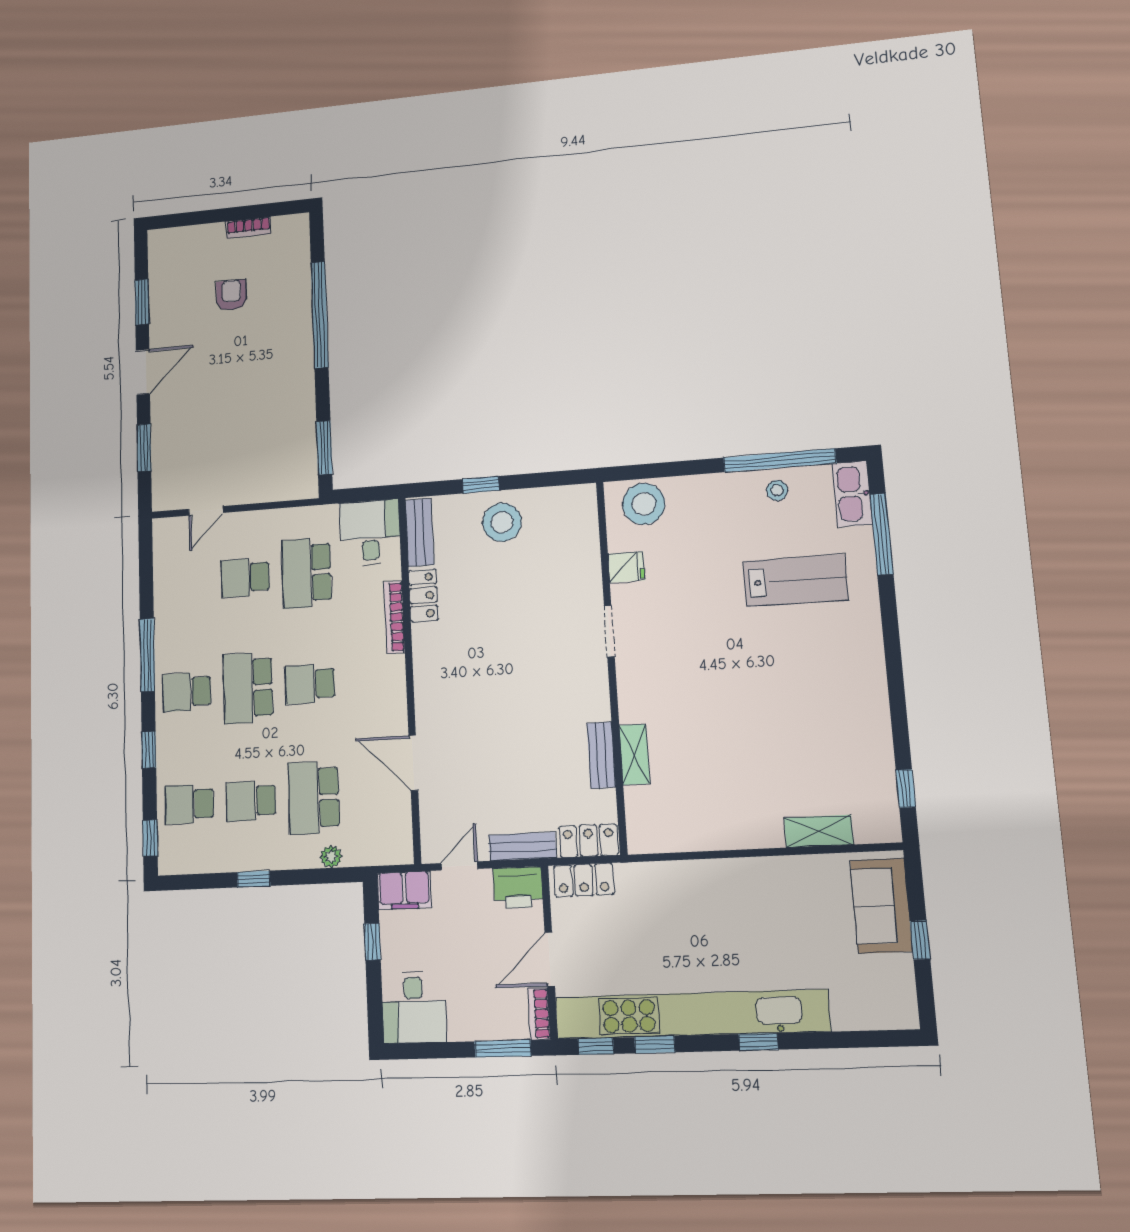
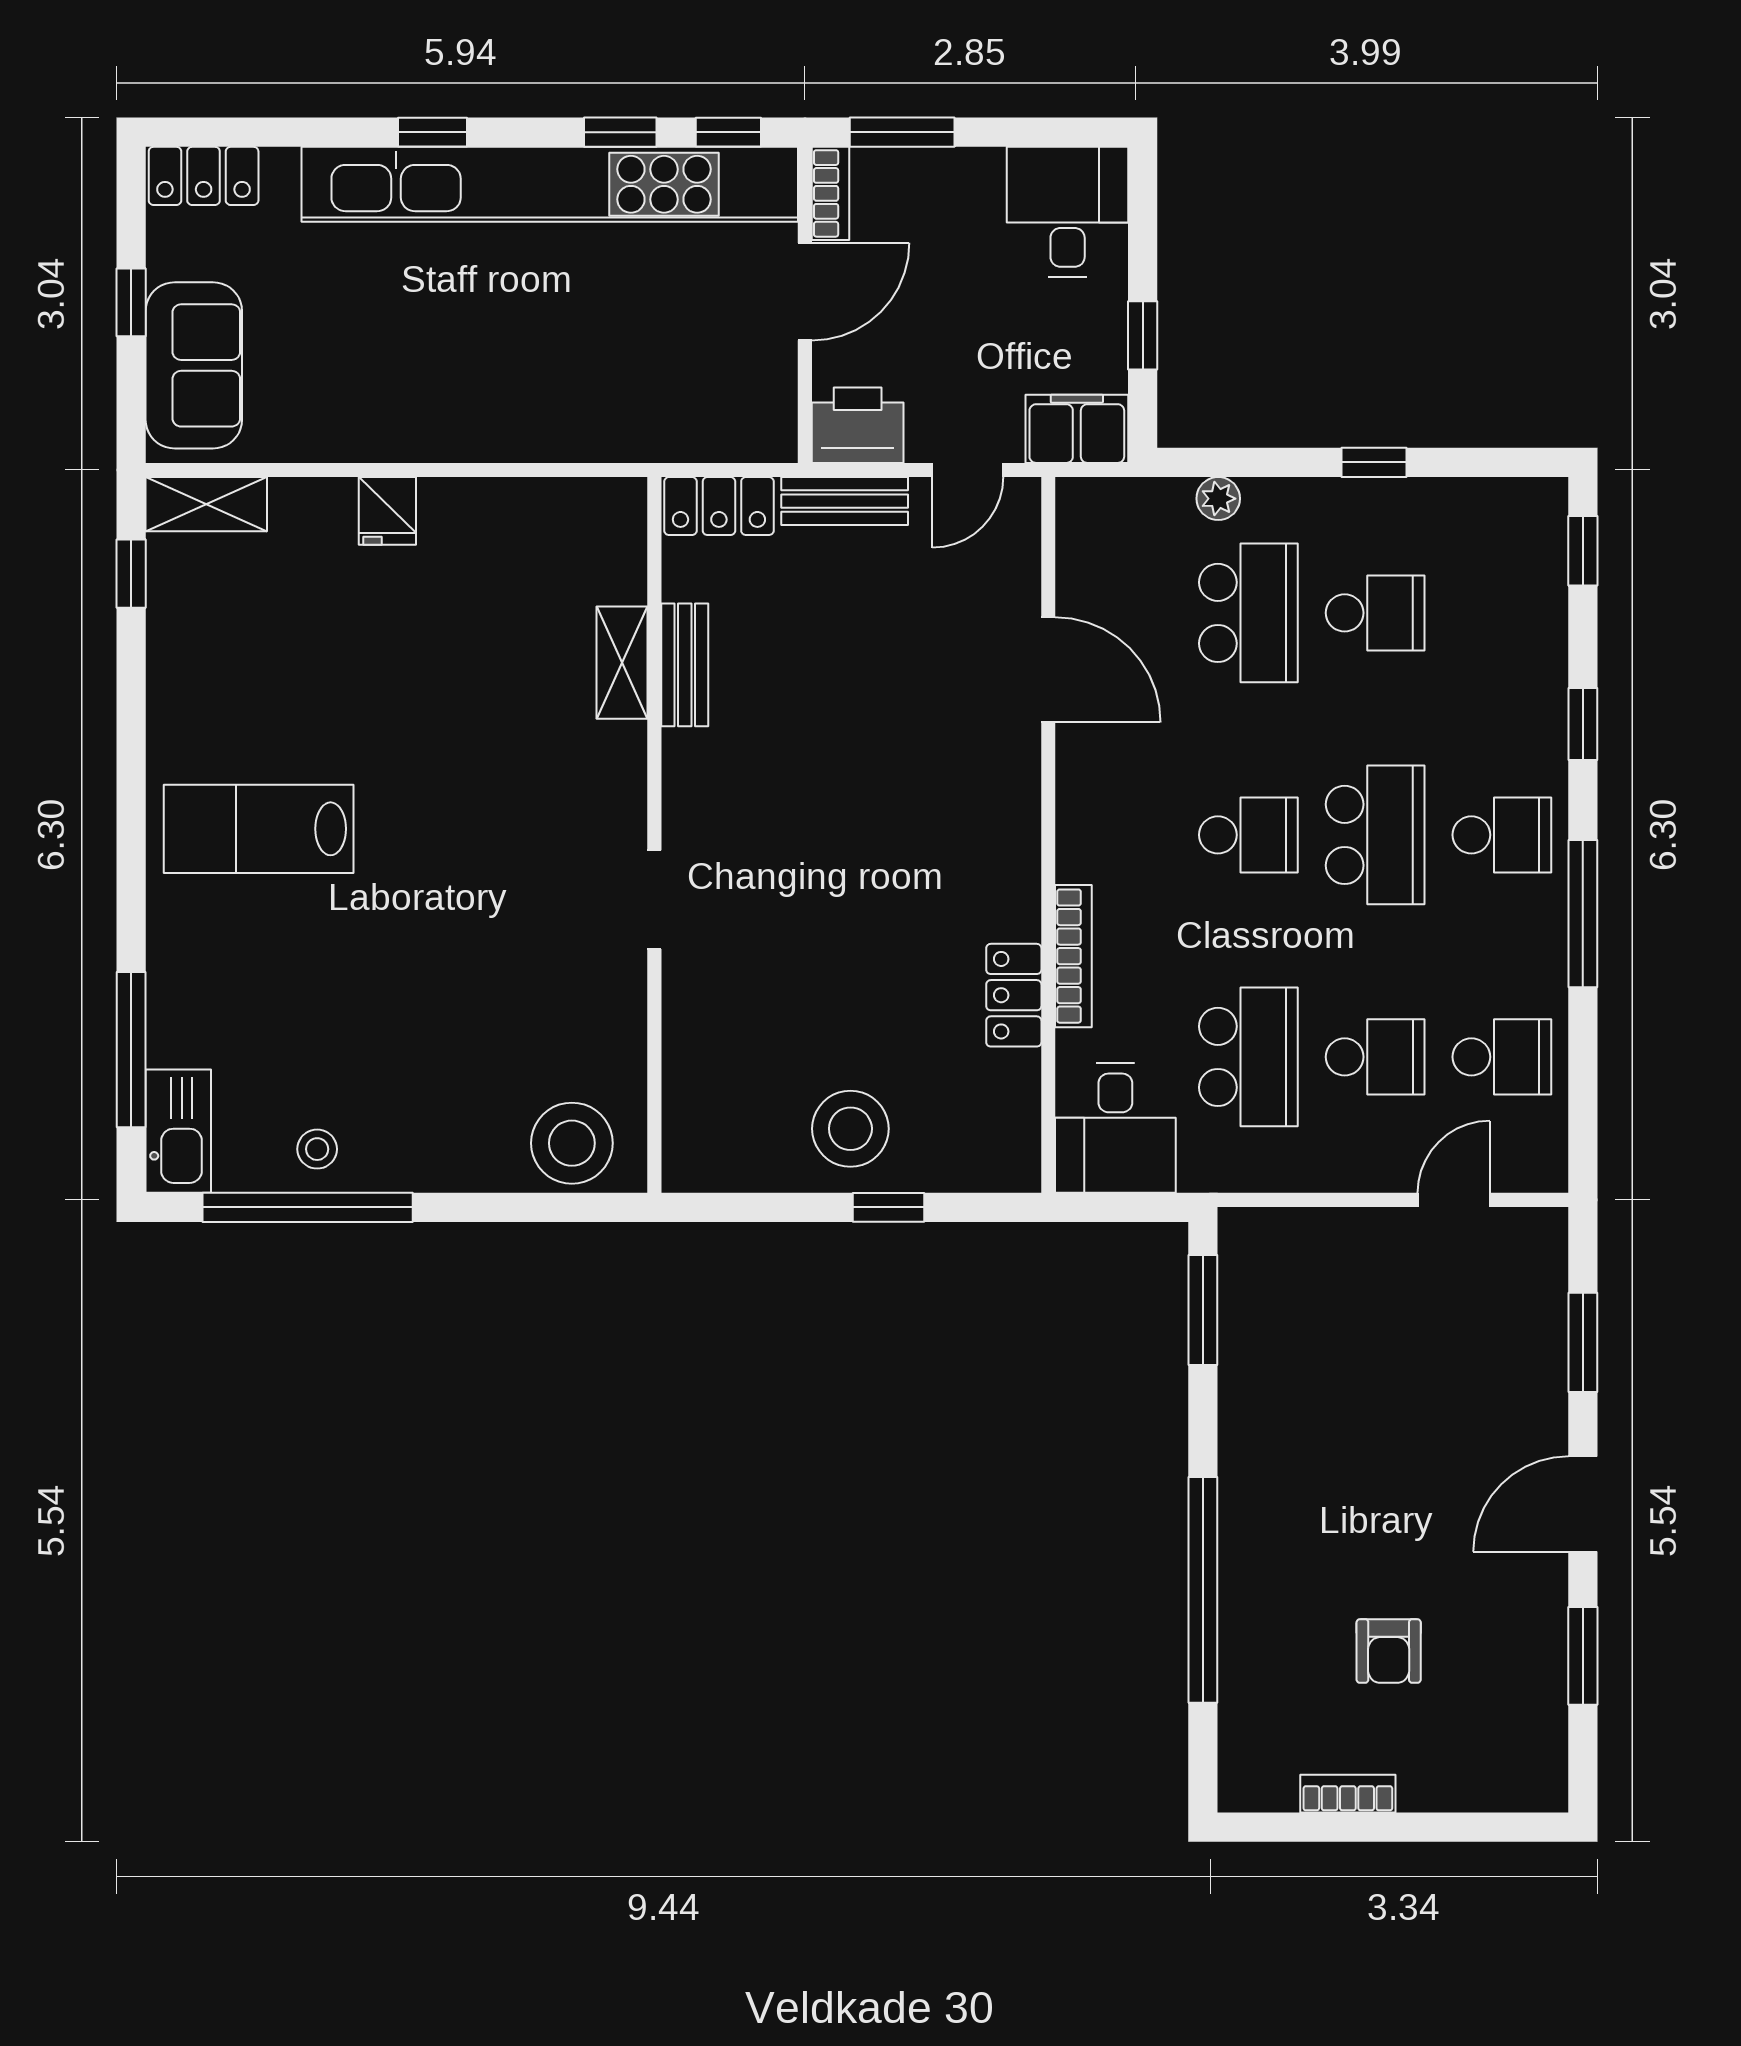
bench: (420, 532) -> (1016, 1121), removed
fridge: (626, 567) -> (387, 511), moved, turned -90
lab bench: (795, 580) -> (259, 829), moved
school desk: (189, 804) -> (1502, 1057), moved
shelving: (819, 831) -> (206, 504), moved
locker: (584, 880) -> (204, 176), moved, turned 180

